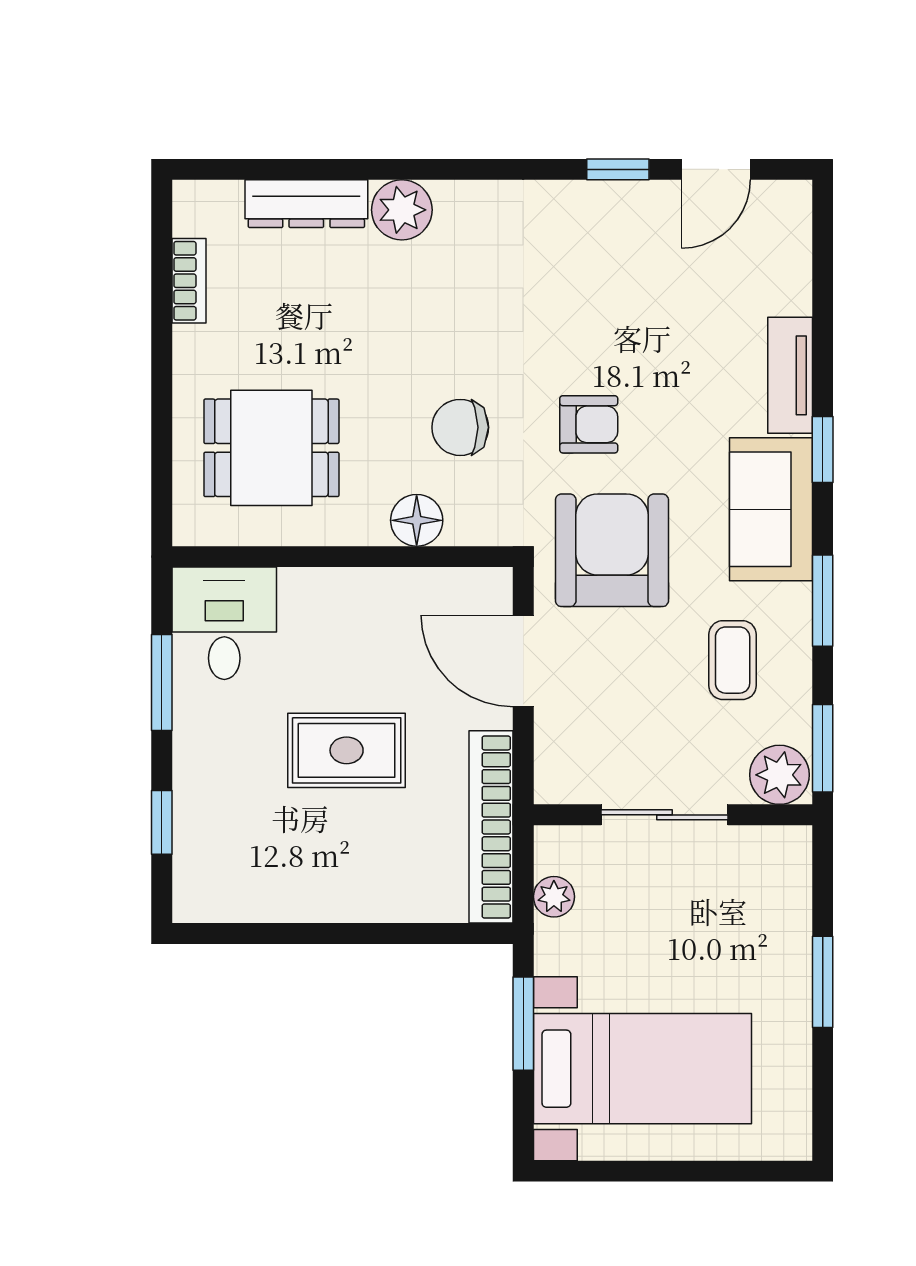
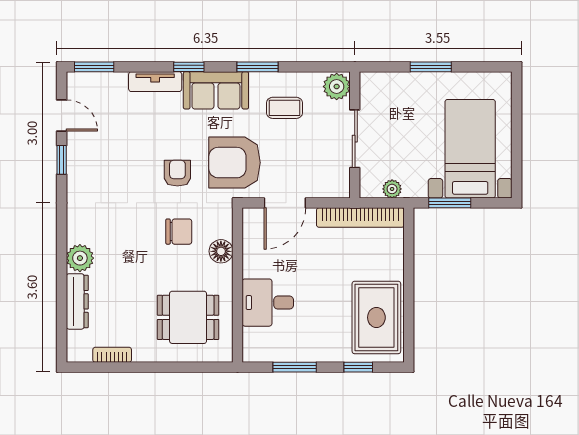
chair: (460, 427) -> (179, 232), turned -90
dining table: (271, 448) -> (188, 317), turned 90
desk: (224, 623) -> (268, 303), moved
window: (823, 748) -> (94, 67), moved
rug: (347, 750) -> (376, 317), moved, width x1.36, depth x1.43

